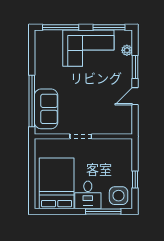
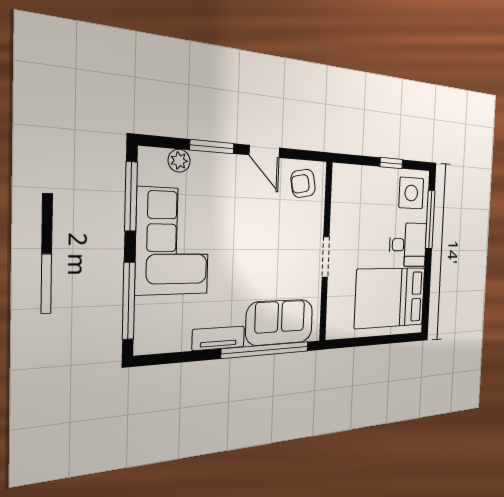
tv unit: (40, 74) -> (218, 338), added
armchair: (120, 120) -> (303, 183), added

